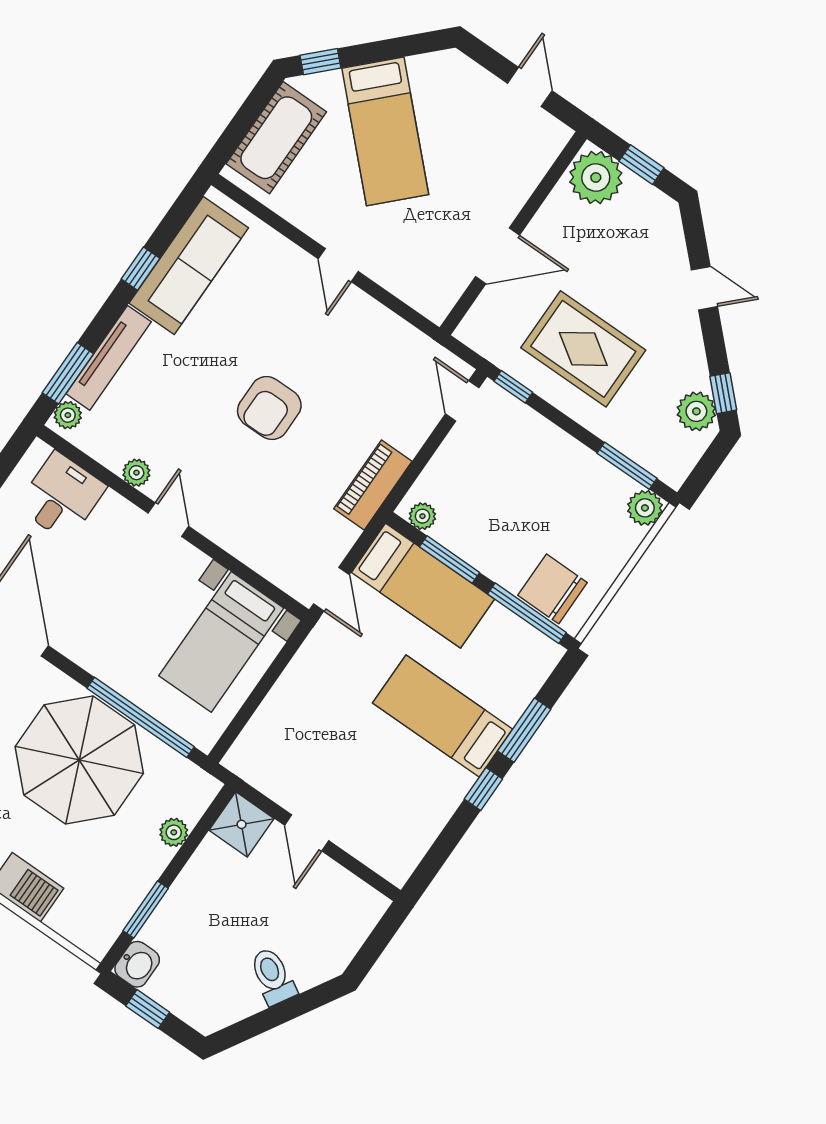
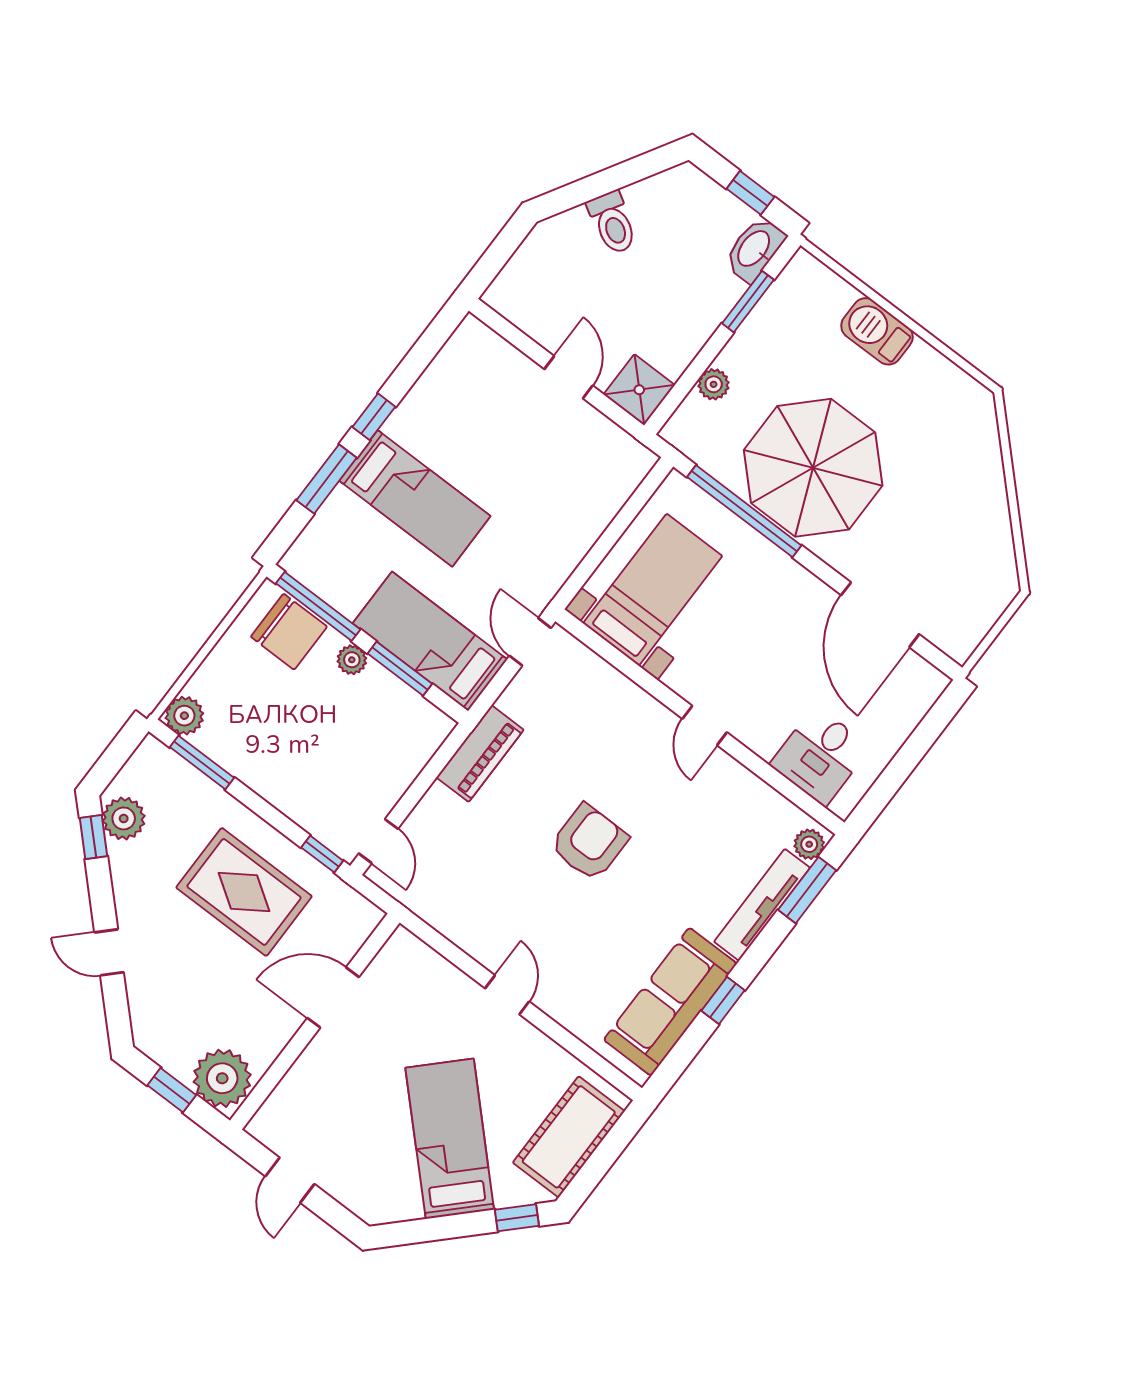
plant: (136, 473) -> (737, 778), removed
plant: (422, 516) -> (352, 660), moved
washbasin: (137, 964) -> (755, 249), width x1.38

